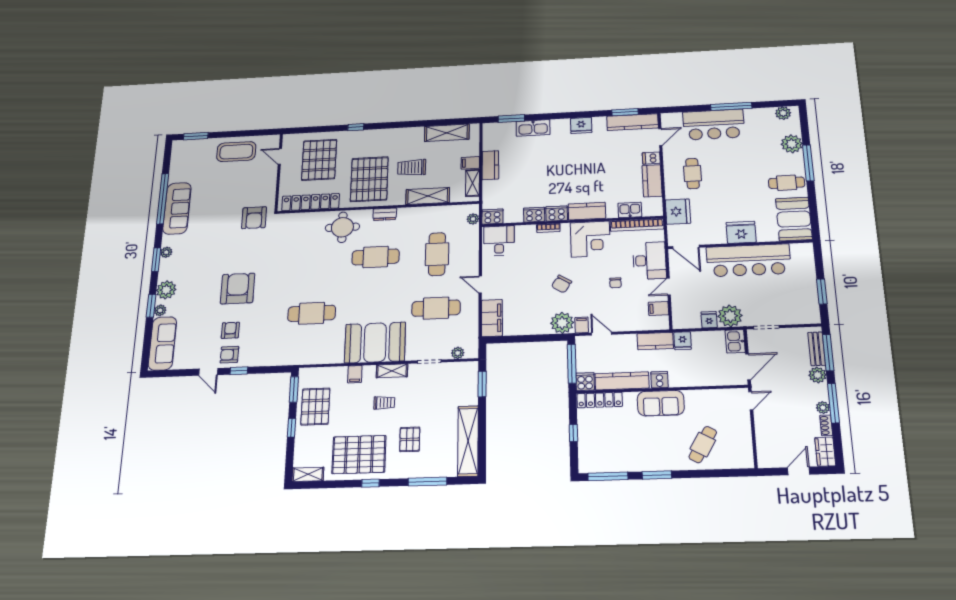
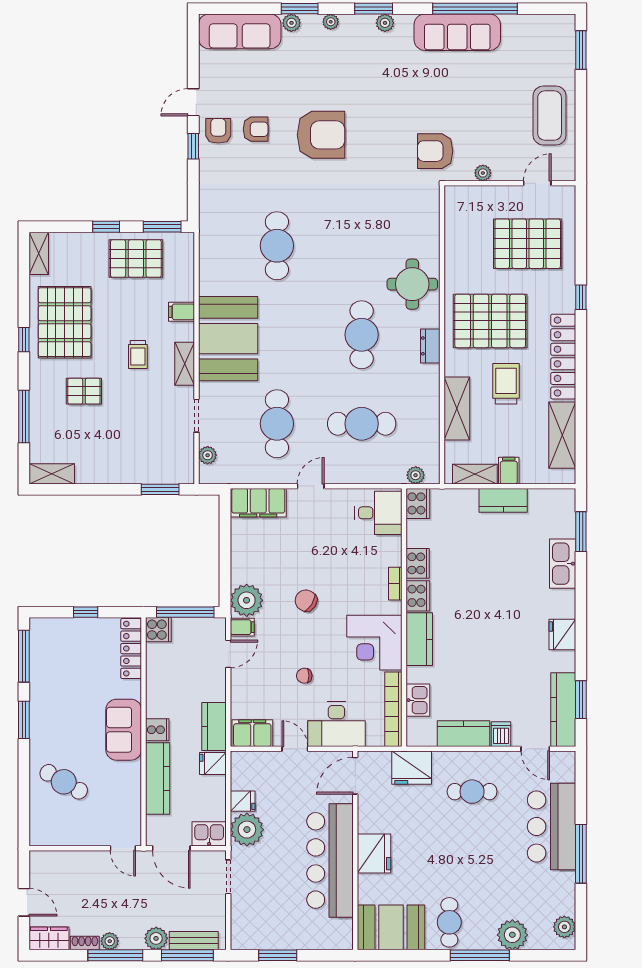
plant: (271, 189) -> (483, 173), added
locker: (311, 202) -> (563, 357), moved, turned 180
plant: (166, 290) -> (331, 22), width x0.53, depth x0.53
filing cabinet: (658, 308) -> (252, 733), width x2.00
kitchen counter: (622, 381) -> (158, 778), moved
shelving: (468, 441) -> (52, 474), width x0.45, depth x0.75

